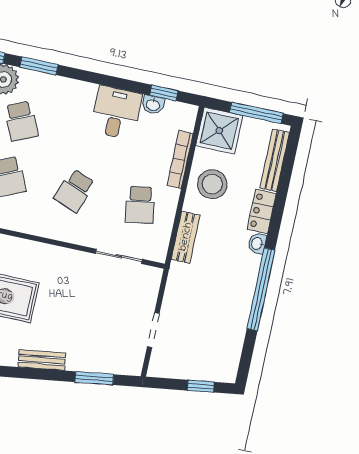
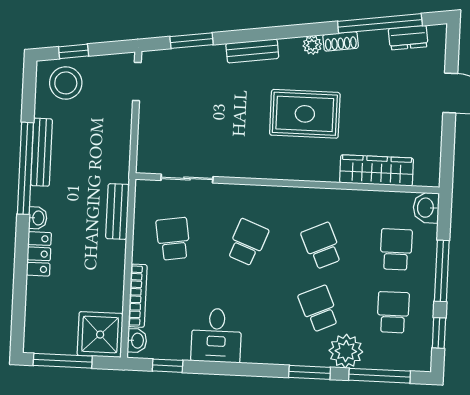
washbasin: (153, 105) -> (137, 341), moved, turned 90
bench: (275, 160) -> (41, 152), moved
stool: (212, 184) -> (66, 83), moved
doorway: (153, 330) -> (137, 82), moved

